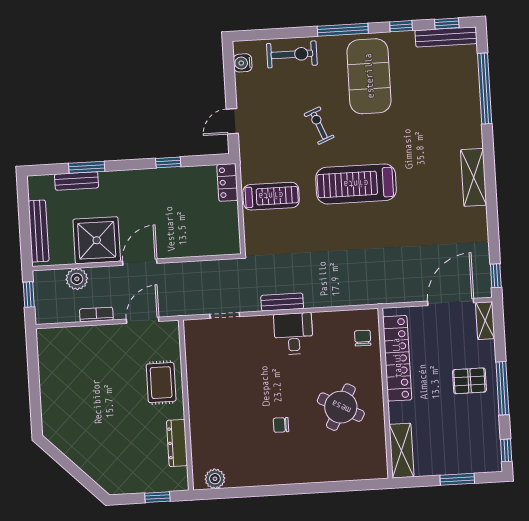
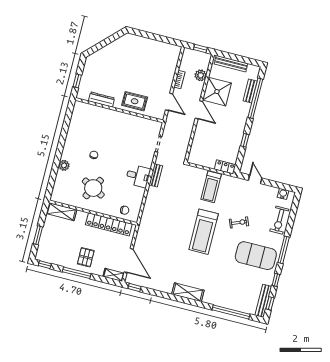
window: (87, 167) -> (255, 98), width x2.11
treadmill: (356, 184) -> (204, 232), turned 180
plant: (215, 479) -> (64, 165), moved

